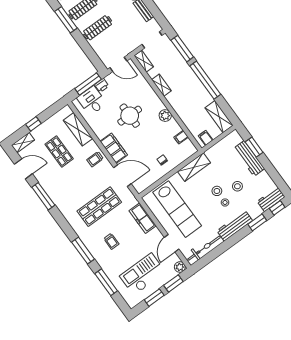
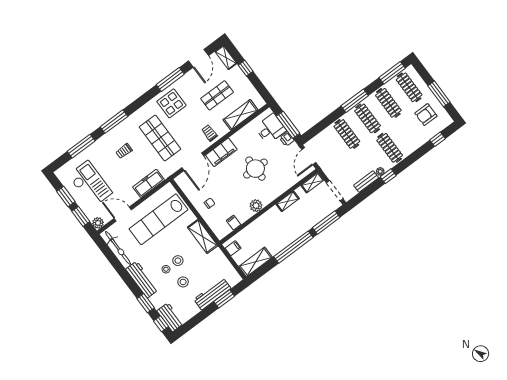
display table: (66, 195) -> (171, 103), added

